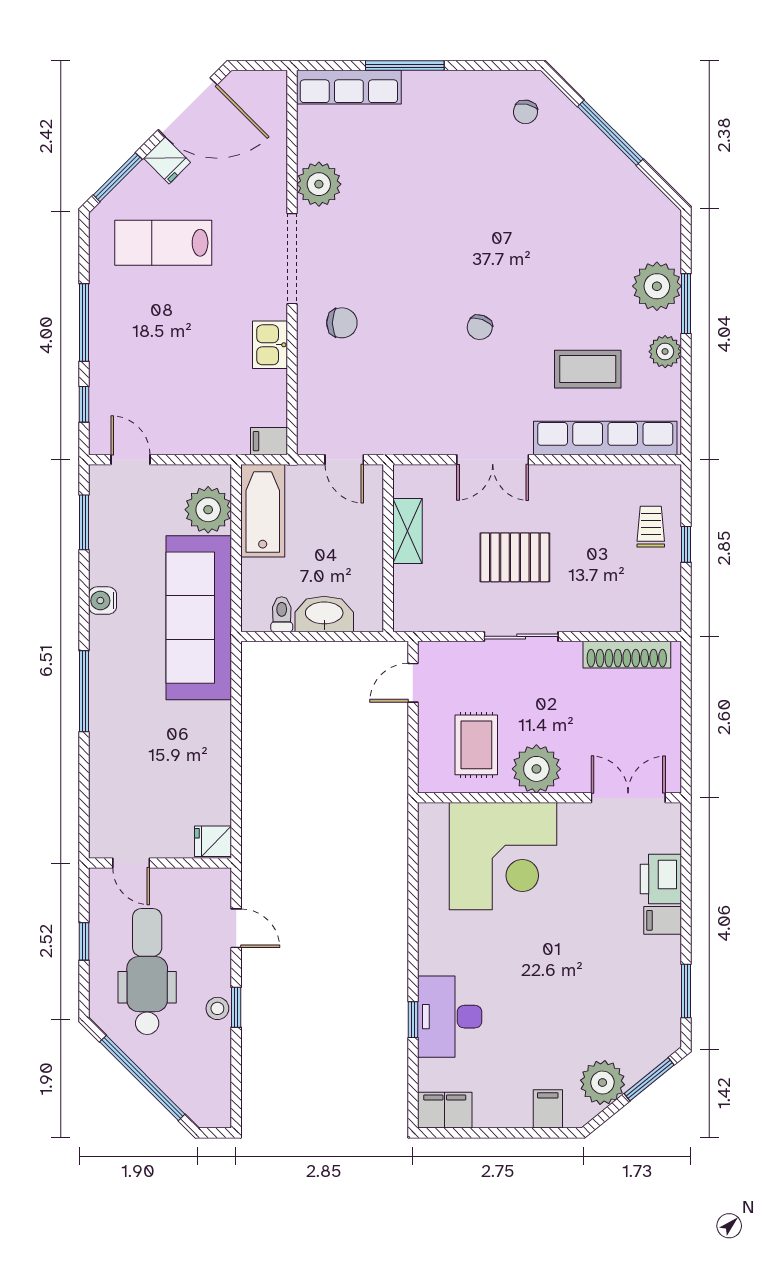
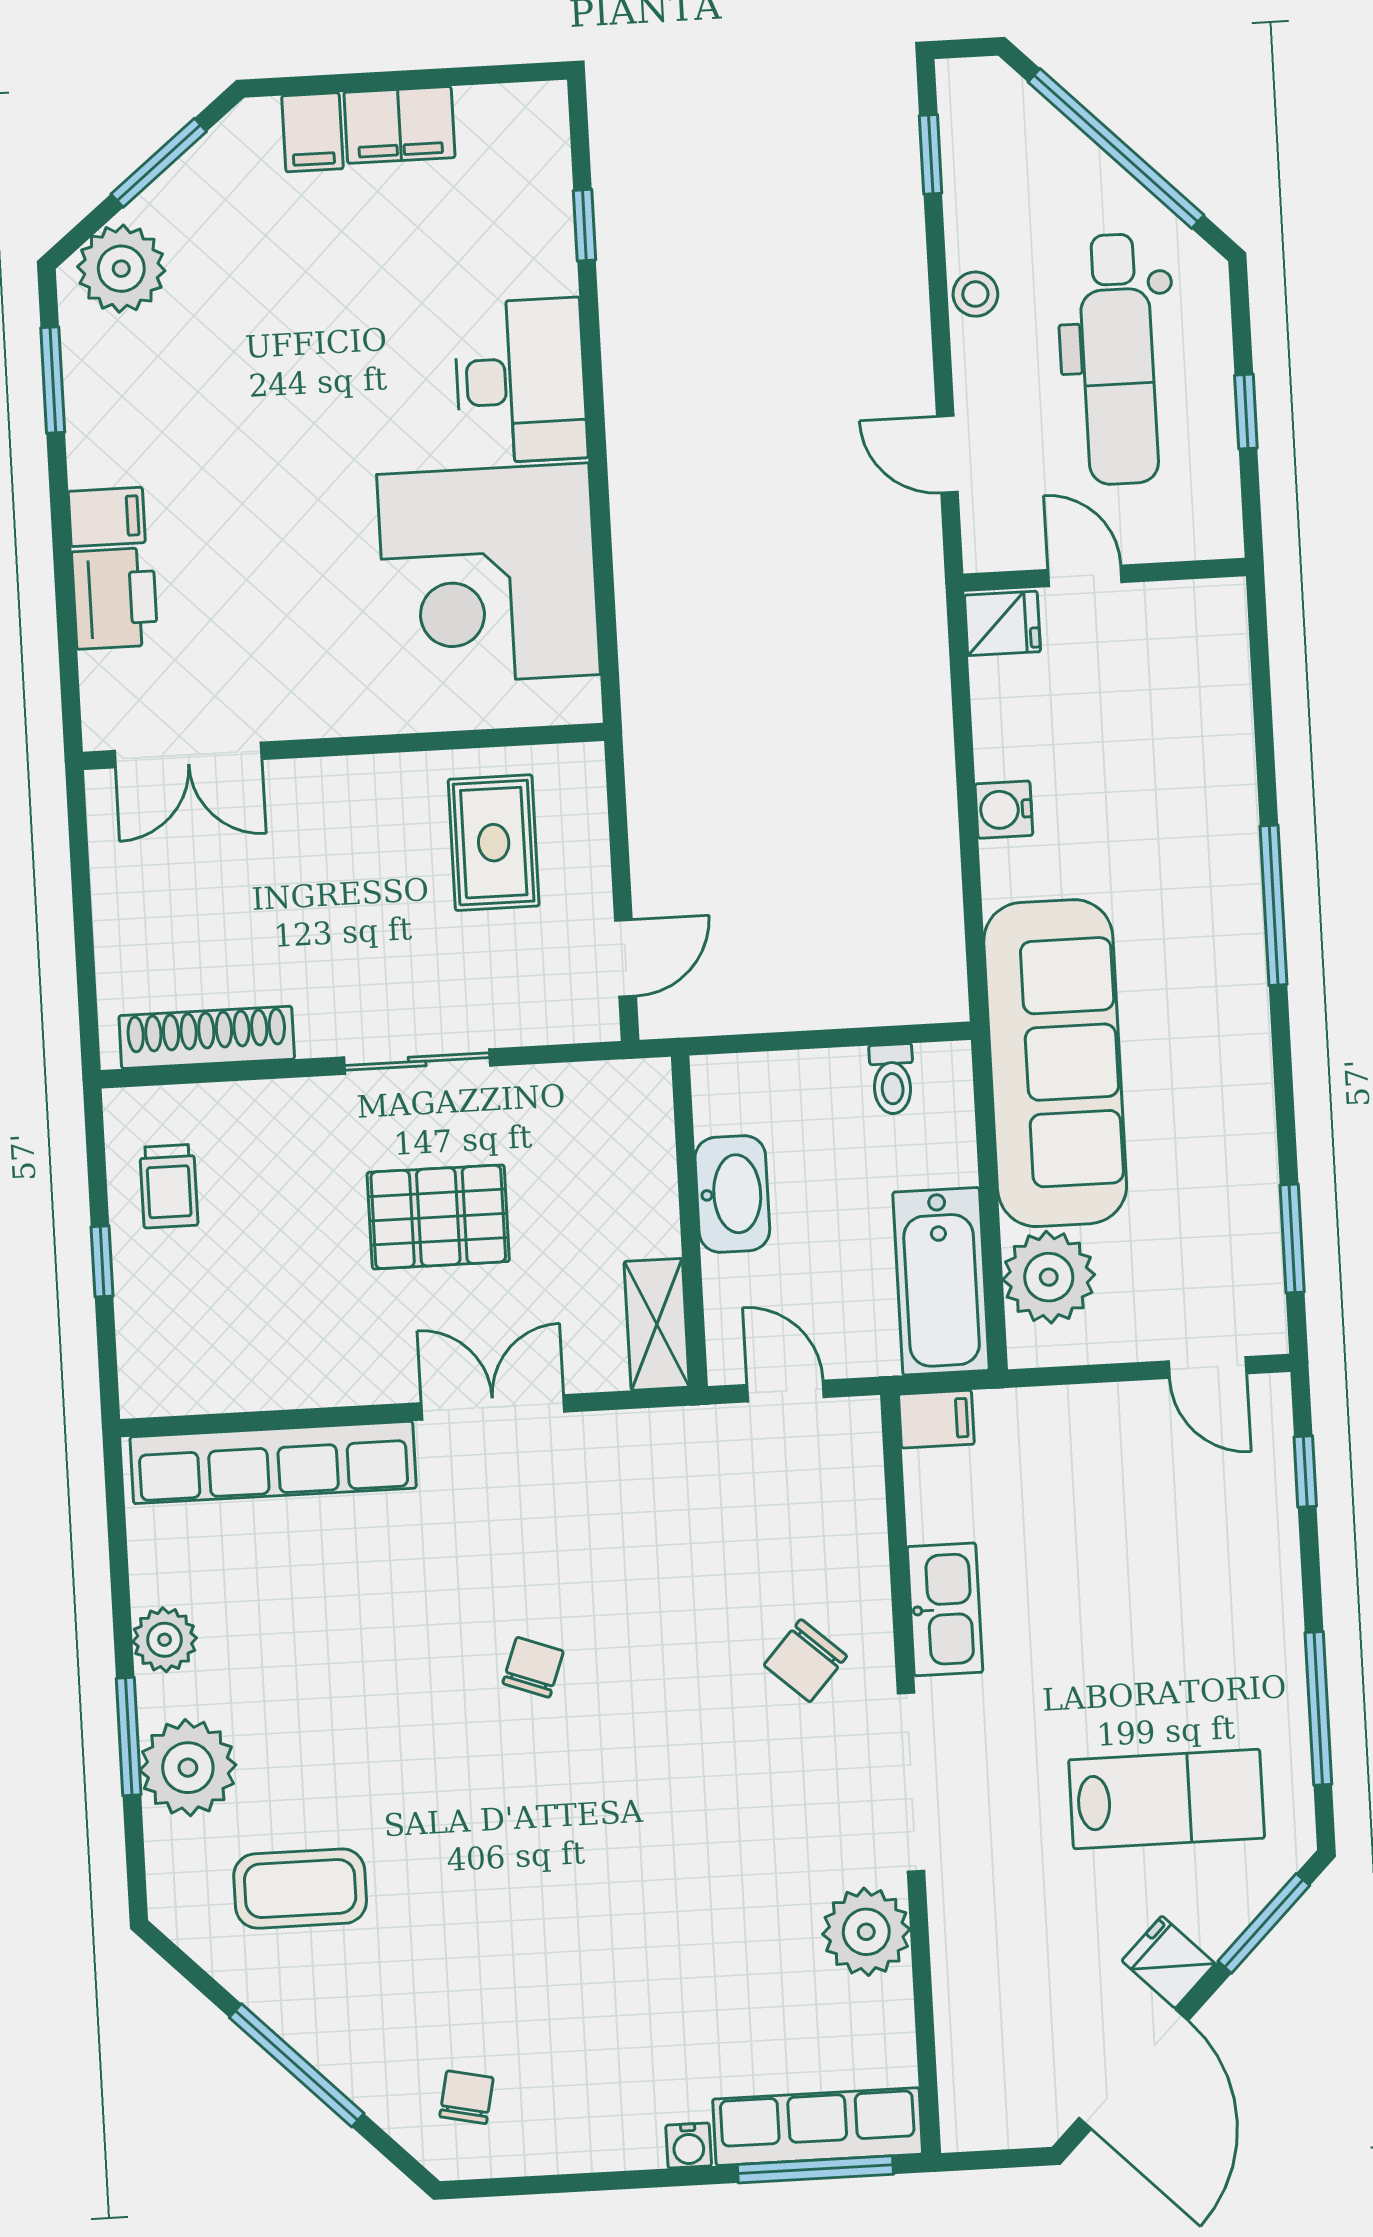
window: (405, 66) -> (815, 2169), moved
water cooler: (415, 81) -> (689, 2146), added
door: (188, 107) -> (1133, 2069), swing flipped
window: (84, 322) -> (1318, 1708), moved
chair: (342, 323) -> (805, 1661), turned -48
kitchen sink: (270, 345) -> (945, 1609), width x1.38
coffee table: (588, 369) -> (300, 1889), moved
trolley: (651, 527) -> (169, 1186), moved
shelving: (408, 531) -> (657, 1324), moved
water cooler: (103, 601) -> (1004, 810), moved, turned 180
washbasin: (324, 614) -> (732, 1194), moved, turned -90
plant: (536, 769) -> (372, 802), removed
corner desk: (503, 856) -> (488, 575), moved, turned -90
door: (131, 863) -> (1085, 576), moved
window: (236, 1007) -> (931, 154), moved
desk: (450, 1017) -> (521, 381), moved
window: (413, 1020) -> (584, 225), moved
window: (649, 1079) -> (159, 163), moved
plant: (602, 1083) -> (121, 269), moved
filing cabinet: (445, 1110) -> (399, 125), moved

